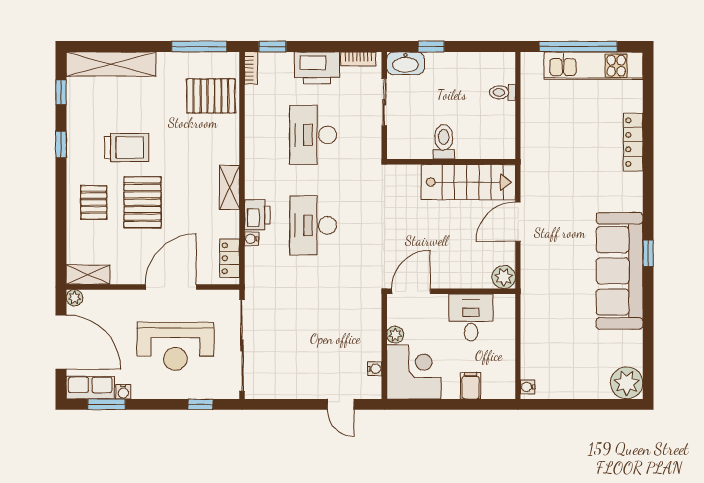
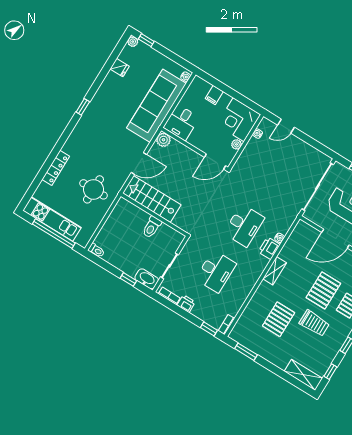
window: (199, 47) -> (246, 352), width x0.69
shelving: (111, 64) -> (303, 375), width x0.68
printer: (317, 68) -> (186, 304), width x0.53, depth x0.68
toilet: (502, 92) -> (96, 250), moved
pallet: (211, 96) -> (279, 319), moved, turned 90
round table: (560, 144) -> (93, 189), added
trolley: (127, 148) -> (314, 323), turned 180
locker: (230, 258) -> (297, 235), removed
sofa: (620, 271) -> (156, 106), moved, turned 180
desk: (471, 318) -> (181, 122), moved
fridge: (630, 342) -> (120, 68), added
plant: (627, 383) -> (133, 42), width x0.53, depth x0.53
door: (341, 404) -> (286, 126), swing flipped
window: (616, 404) -> (146, 40), added

